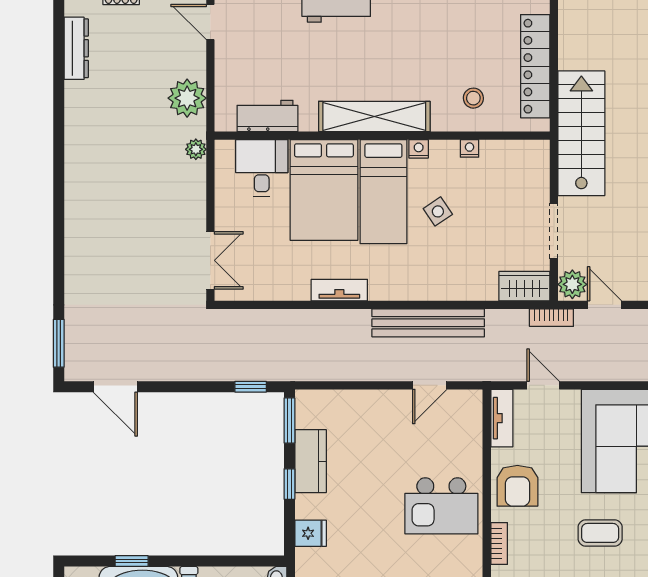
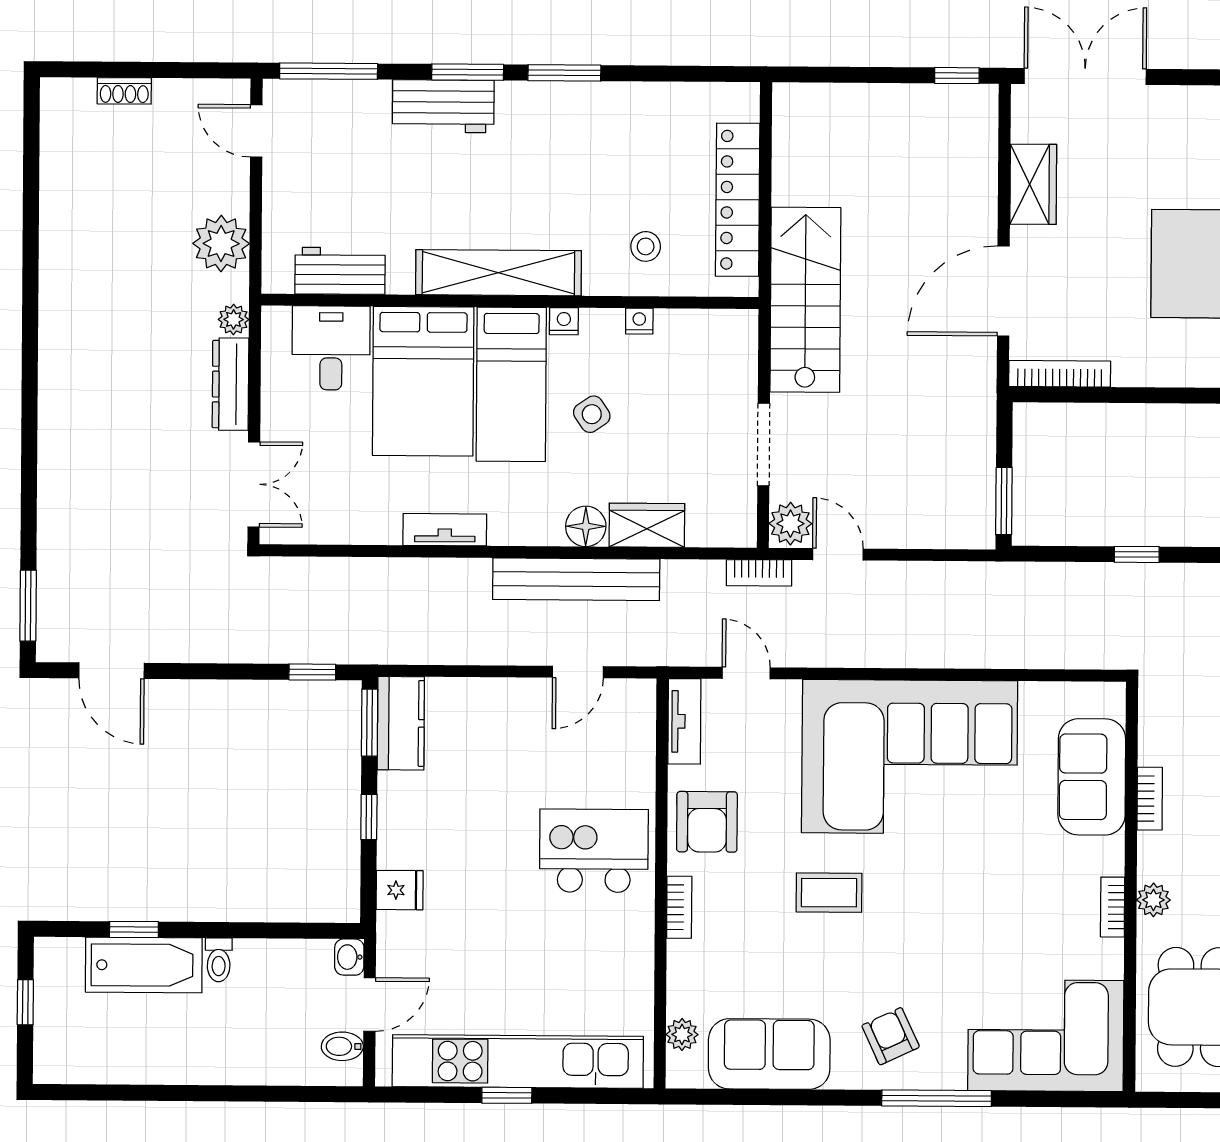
dresser: (76, 48) -> (230, 384), moved, turned 180
wardrobe: (524, 286) -> (647, 525), moved
floor lamp: (434, 287) -> (586, 526), added
kitchen counter: (311, 461) -> (401, 723), moved
kitchen island: (441, 506) -> (594, 851), turned 180

